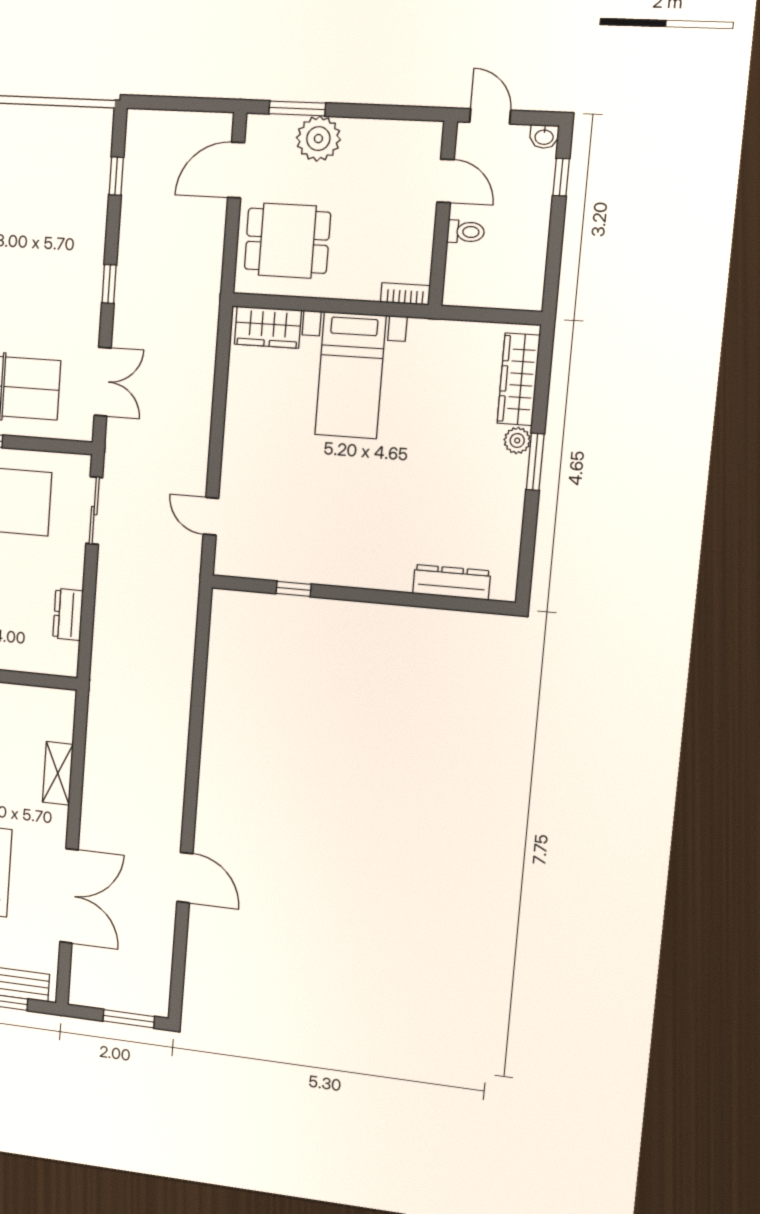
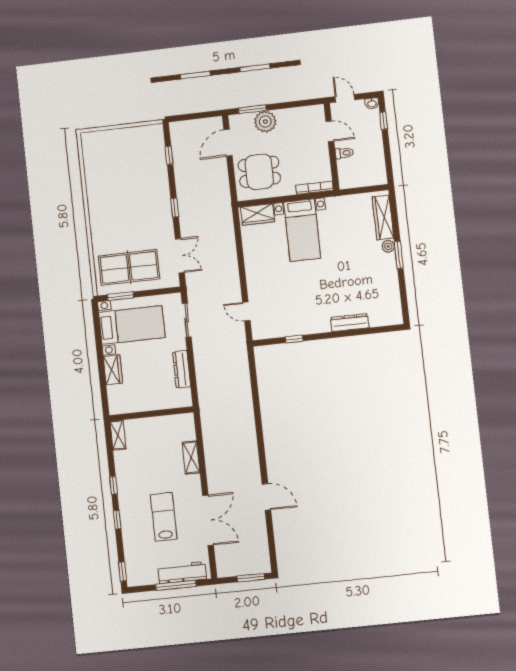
bookcase: (405, 294) -> (315, 188), width x1.56
dresser: (452, 582) -> (350, 323), moved
dresser: (68, 614) -> (182, 369), width x1.44

